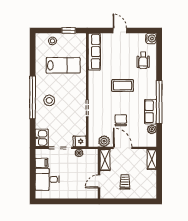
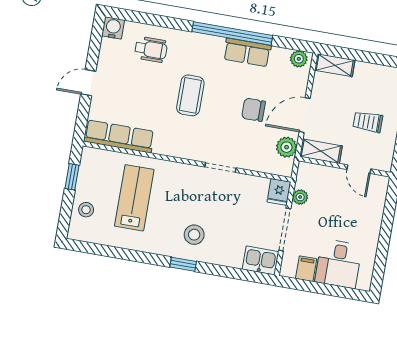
window: (33, 97) -> (183, 264), width x0.32
plant: (152, 129) -> (299, 59), moved

